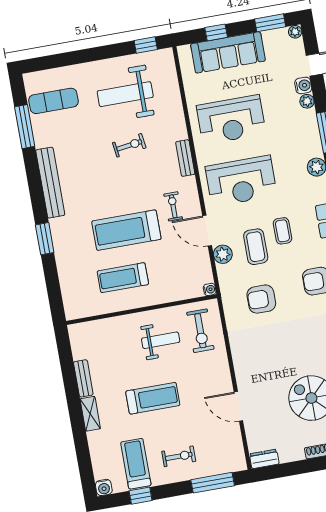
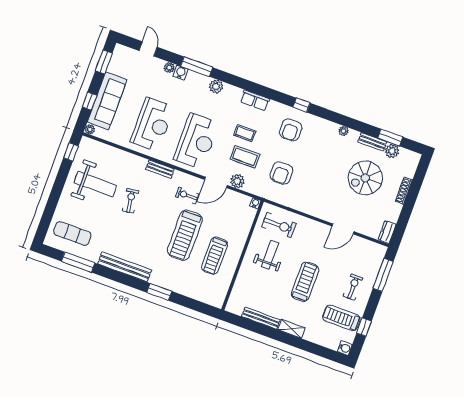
plant: (295, 32) -> (90, 129), moved
water cooler: (303, 85) -> (181, 73), moved
weight bench: (125, 94) -> (95, 184), turned -90
exercise mat: (53, 101) -> (72, 234), turned 90
bench: (83, 378) -> (261, 318), width x1.36

